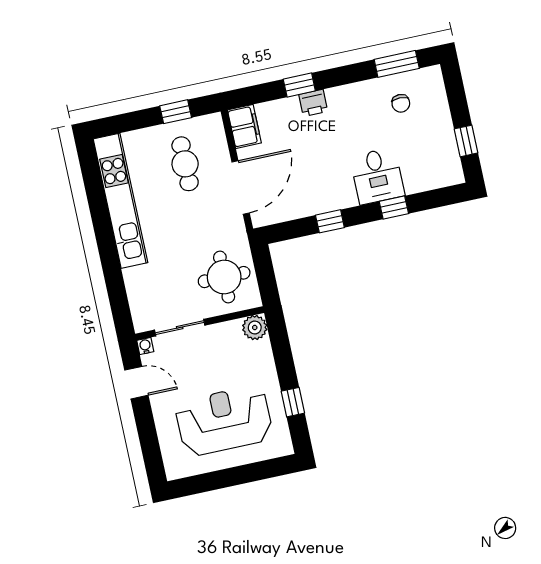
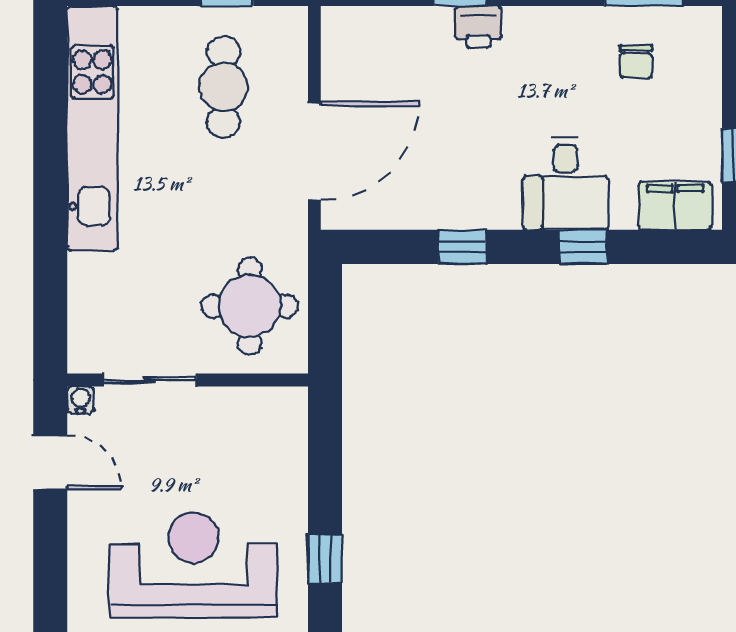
filing cabinet: (244, 126) -> (675, 206), moved, turned -90
plant: (255, 328) -> (285, 409), removed

